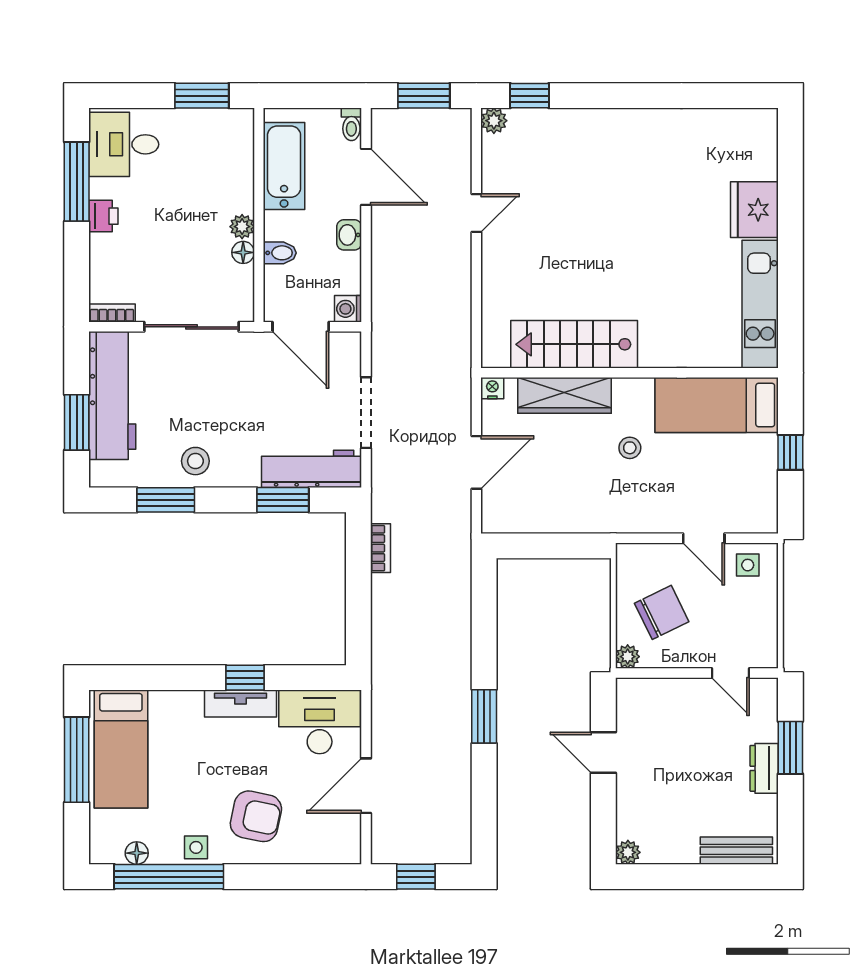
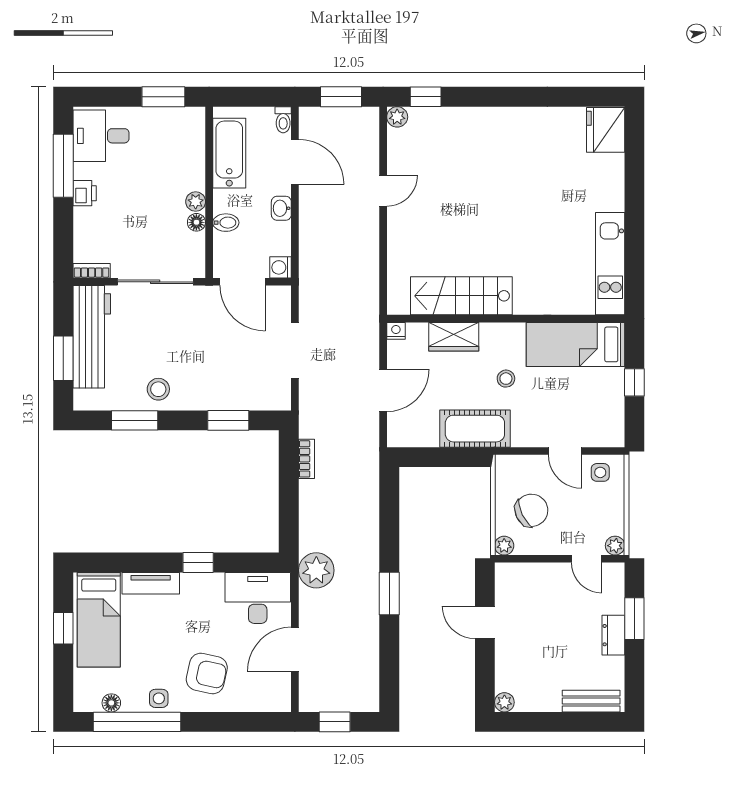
fridge: (754, 210) -> (606, 130), moved
wardrobe: (565, 395) -> (454, 337), width x0.67
workbench: (312, 469) -> (251, 396), removed
cot: (591, 510) -> (475, 429), added
plant: (766, 656) -> (615, 546), added
plant: (393, 687) -> (316, 570), added
tv unit: (241, 704) -> (151, 583), moved
window: (77, 760) -> (63, 628), width x0.46

